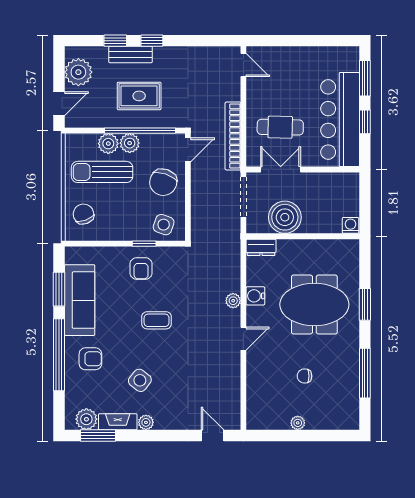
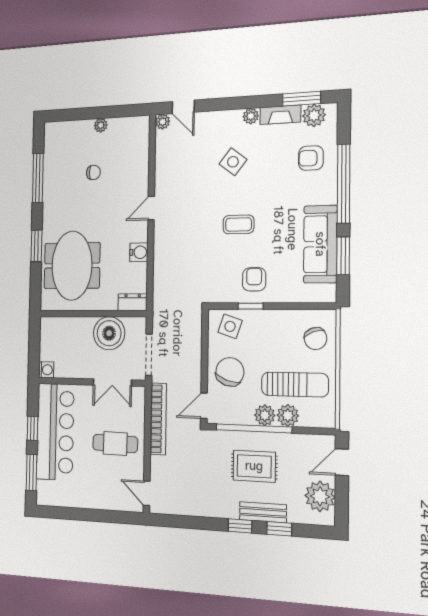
cafe table: (280, 127) -> (115, 443), moved
washing machine: (351, 225) -> (46, 370), moved, turned -90
plant: (233, 301) -> (163, 122), moved
meeting table: (314, 304) -> (72, 266), moved, turned 90
armchair: (90, 359) -> (311, 158), moved
side table: (140, 380) -> (233, 162), moved

